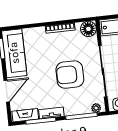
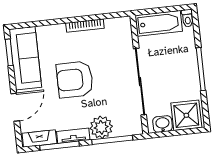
floor lamp: (88, 29) -> (121, 27), removed
armchair: (70, 75) -> (75, 79), moved
plant: (96, 108) -> (101, 127), moved, width x1.88, depth x1.88

